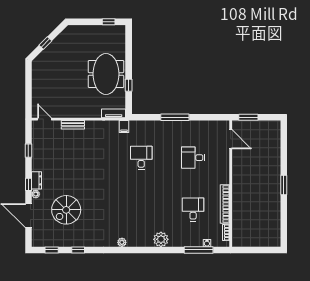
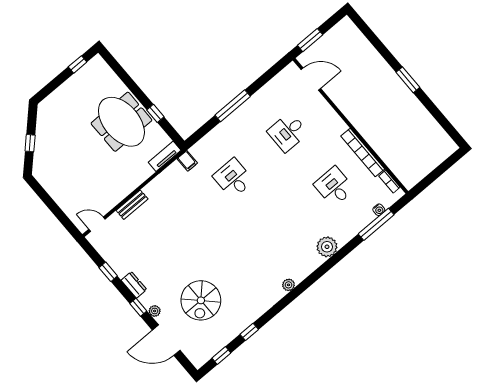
dresser: (36, 180) -> (134, 285), moved

